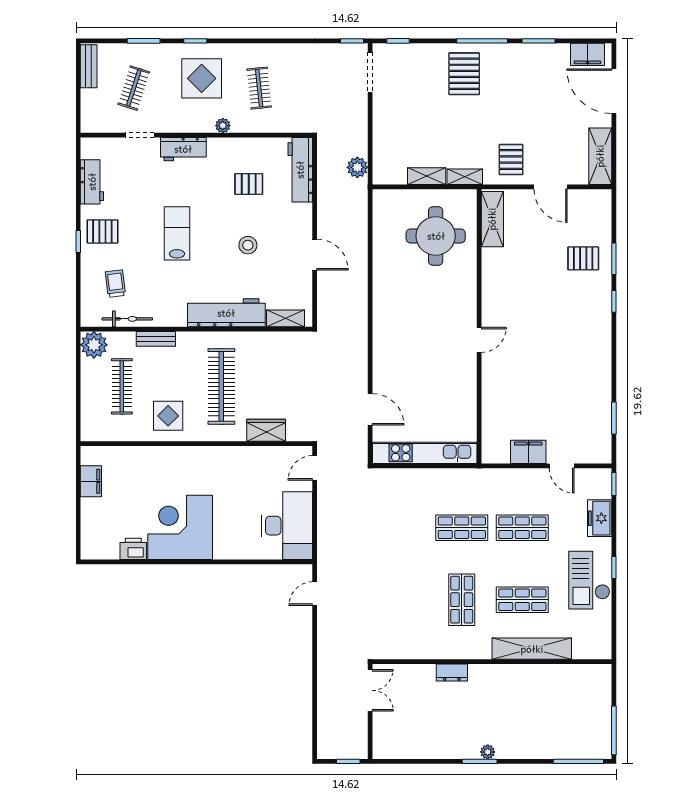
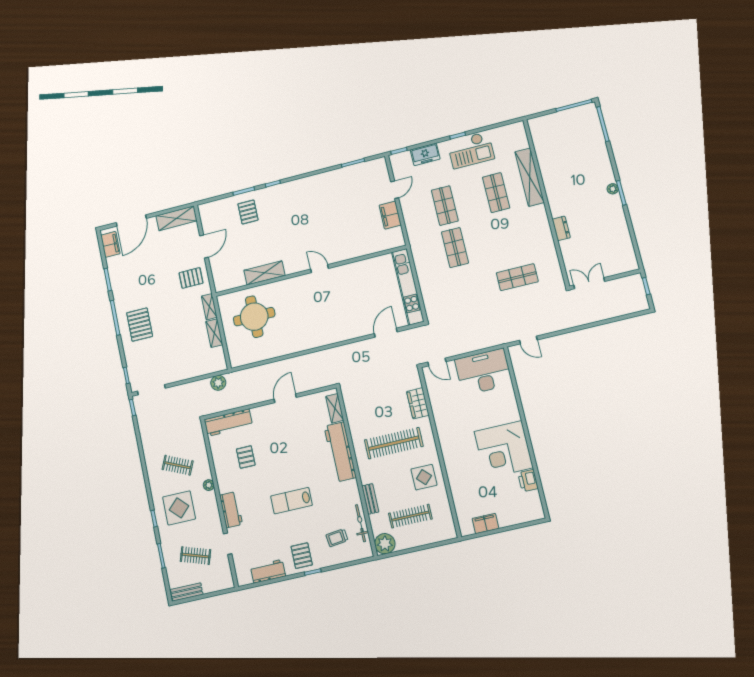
pallet: (464, 74) -> (140, 325), turned 90
clothes rail: (259, 88) -> (178, 465), turned 30
shelving: (492, 219) -> (264, 273), moved
stool: (248, 245) -> (289, 448), removed
shop shelf: (462, 600) -> (517, 277), moved

